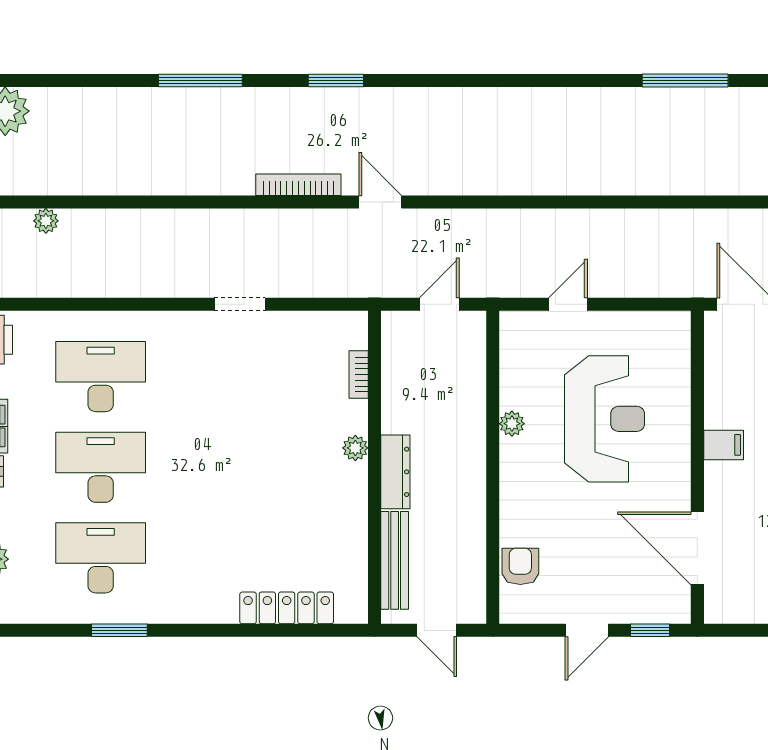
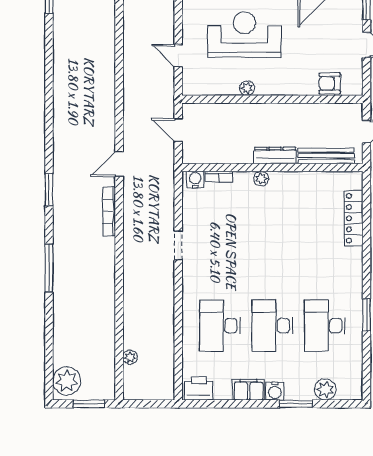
water cooler: (354, 334) -> (195, 180), added

